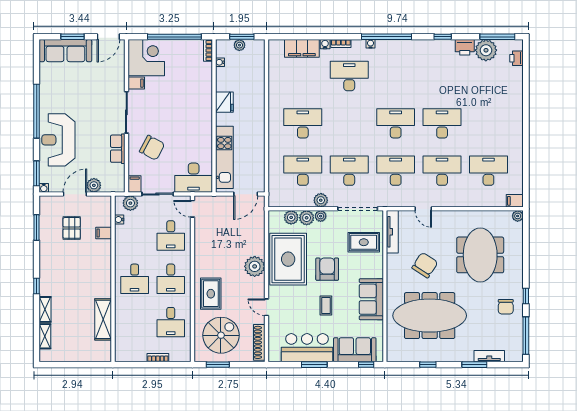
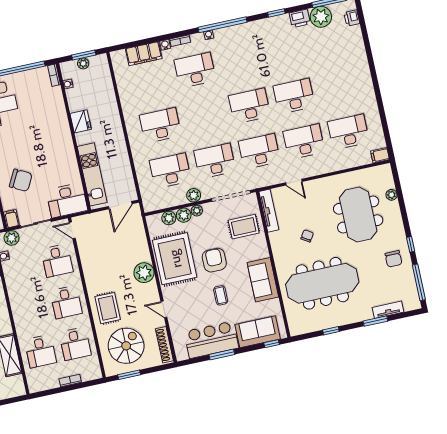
plant: (518, 216) -> (392, 195), moved
chair: (425, 265) -> (307, 236), width x0.54, depth x0.54
desk: (135, 279) -> (40, 351), moved

